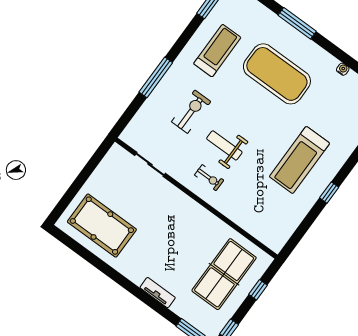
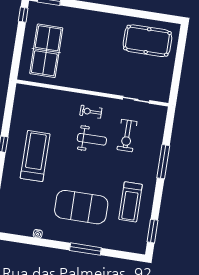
exercise bike: (191, 112) -> (127, 136), moved
window: (258, 290) -> (17, 52), removed
tv unit: (158, 293) -> (85, 15), removed

